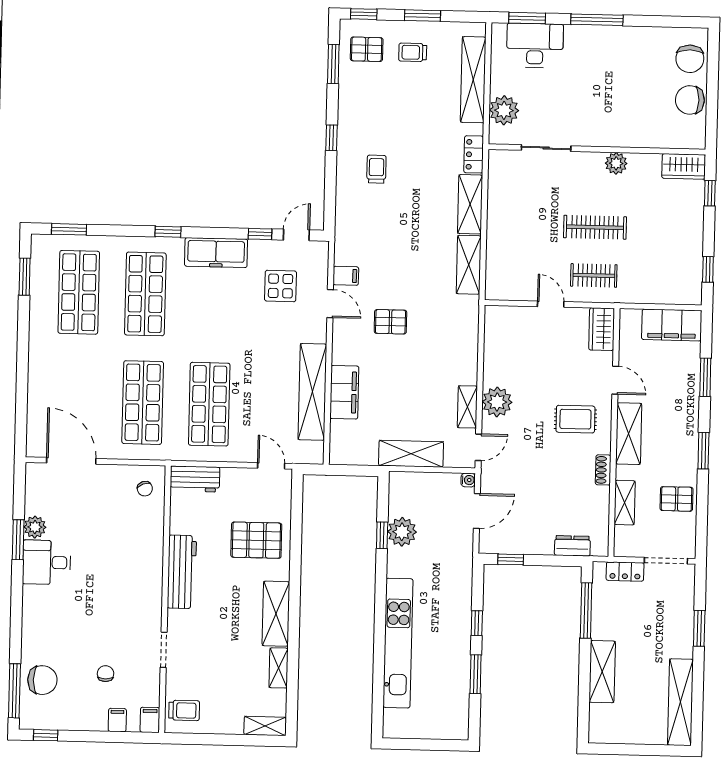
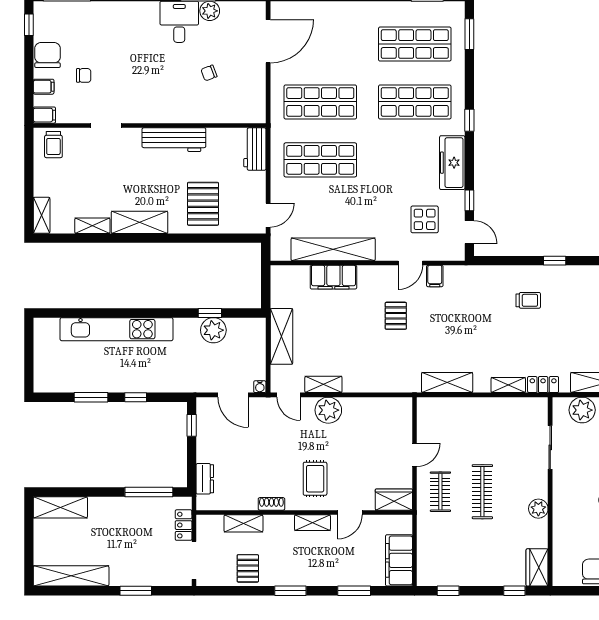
shelving: (470, 204) -> (508, 385), width x0.67, depth x0.75
shelving: (629, 434) -> (312, 523), width x0.67, depth x0.75
chair: (145, 489) -> (209, 73), moved
shelving: (602, 672) -> (60, 507), moved
chair: (42, 680) -> (47, 55), moved, turned 180

